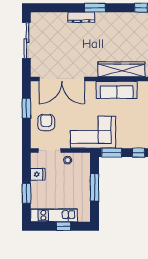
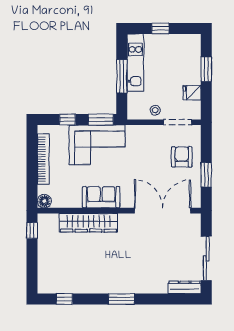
dresser: (81, 17) -> (185, 287), moved
sofa: (117, 90) -> (101, 197), width x0.73
armchair: (46, 123) -> (182, 157), turned 180
corner sofa: (93, 132) -> (97, 145), moved
kitchen unit: (54, 215) -> (135, 63), moved, turned -90

